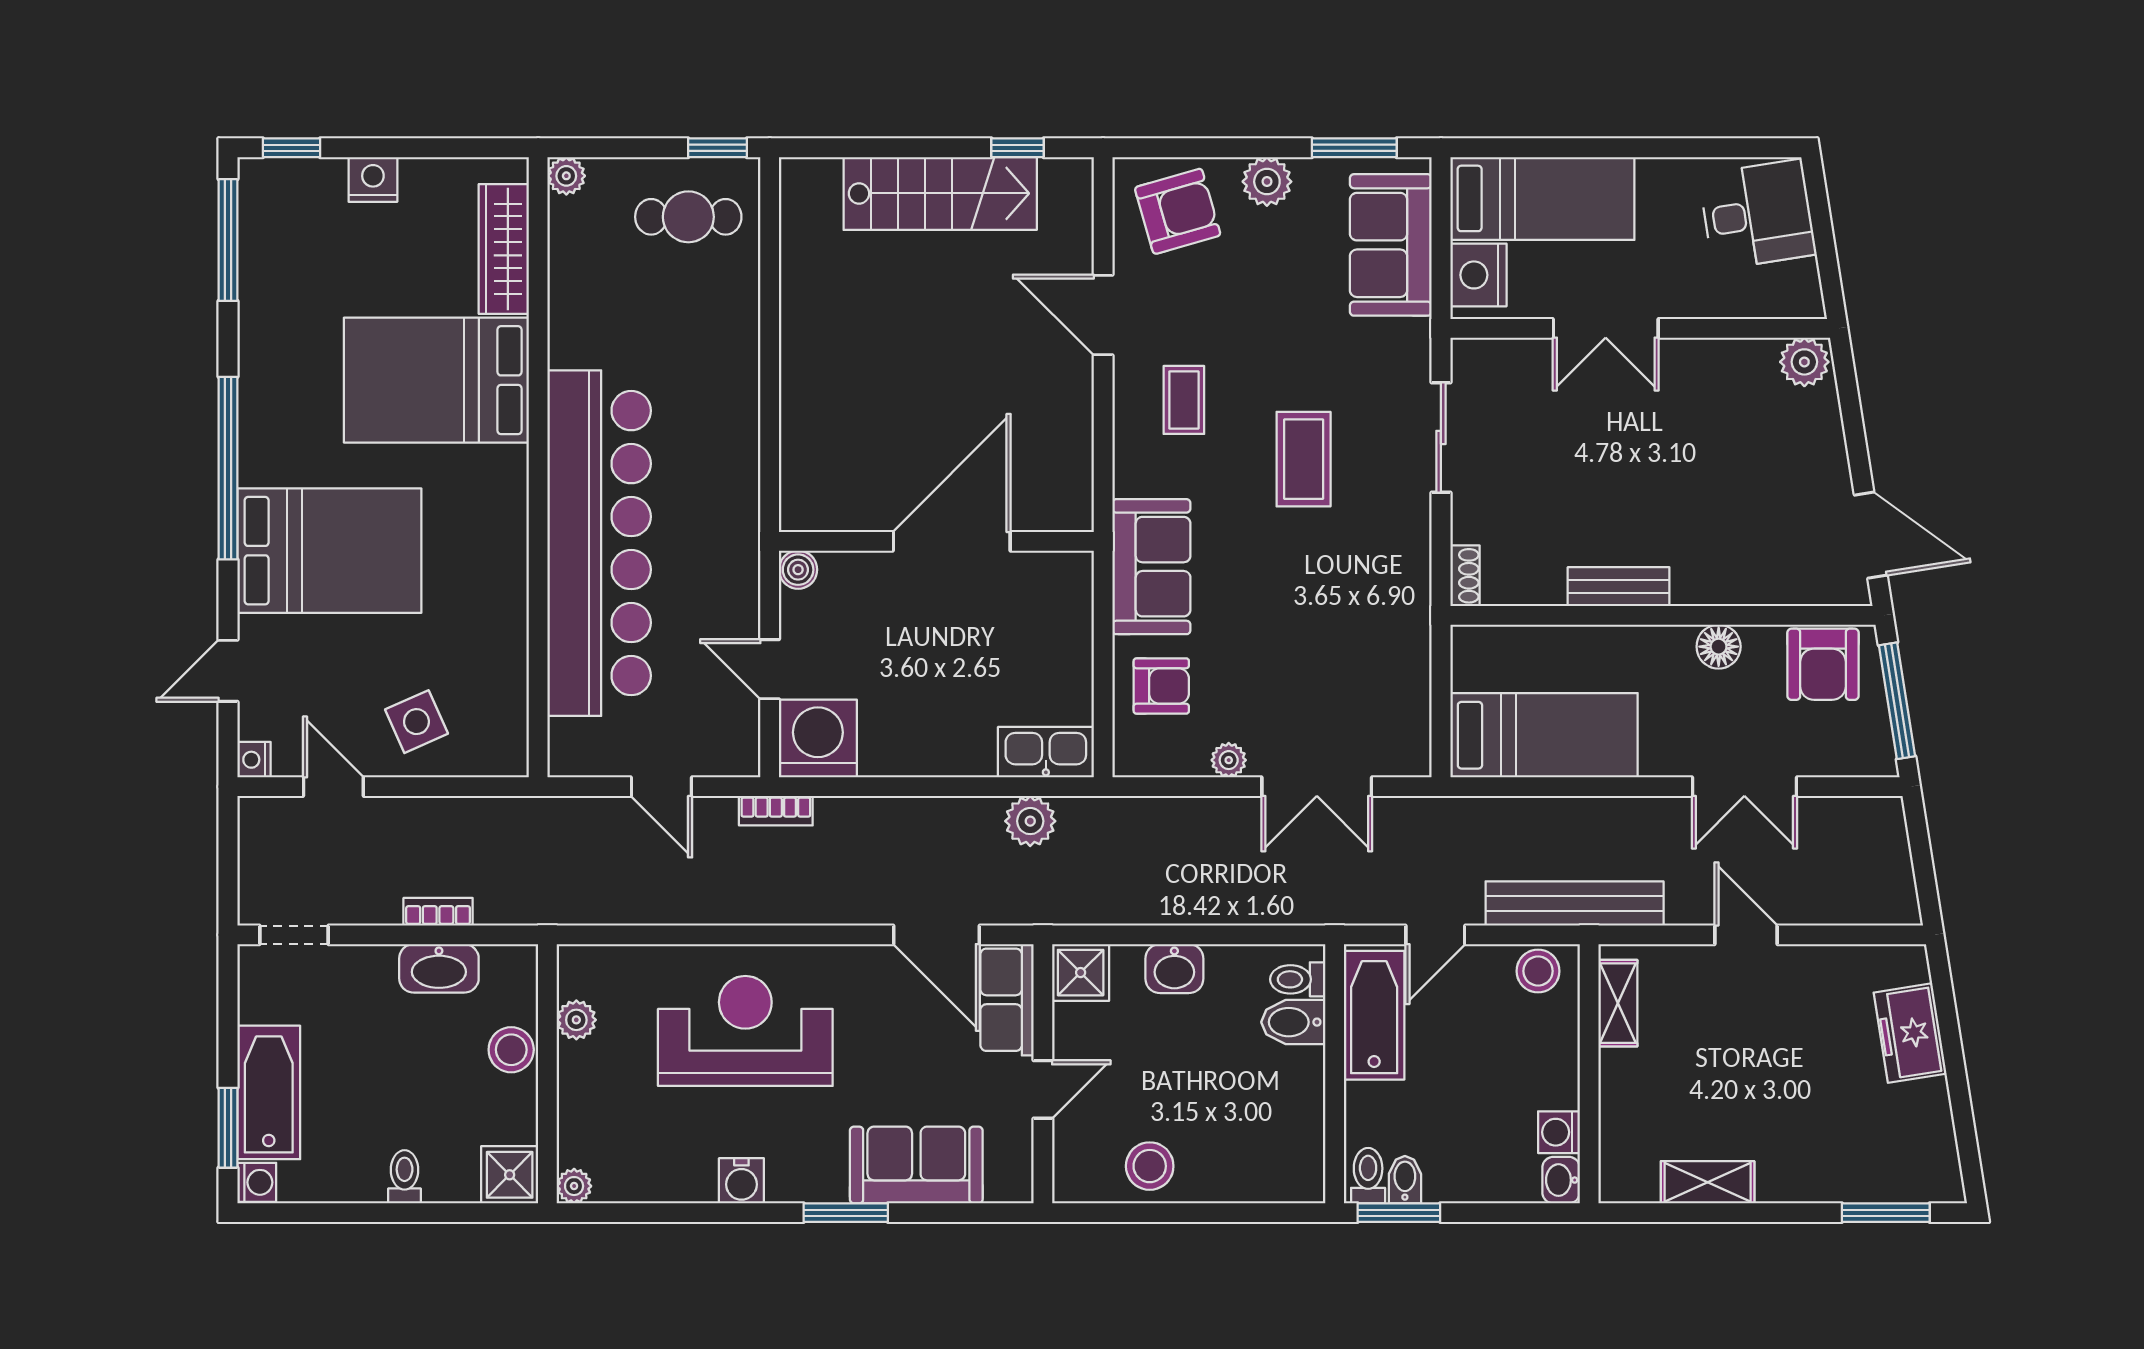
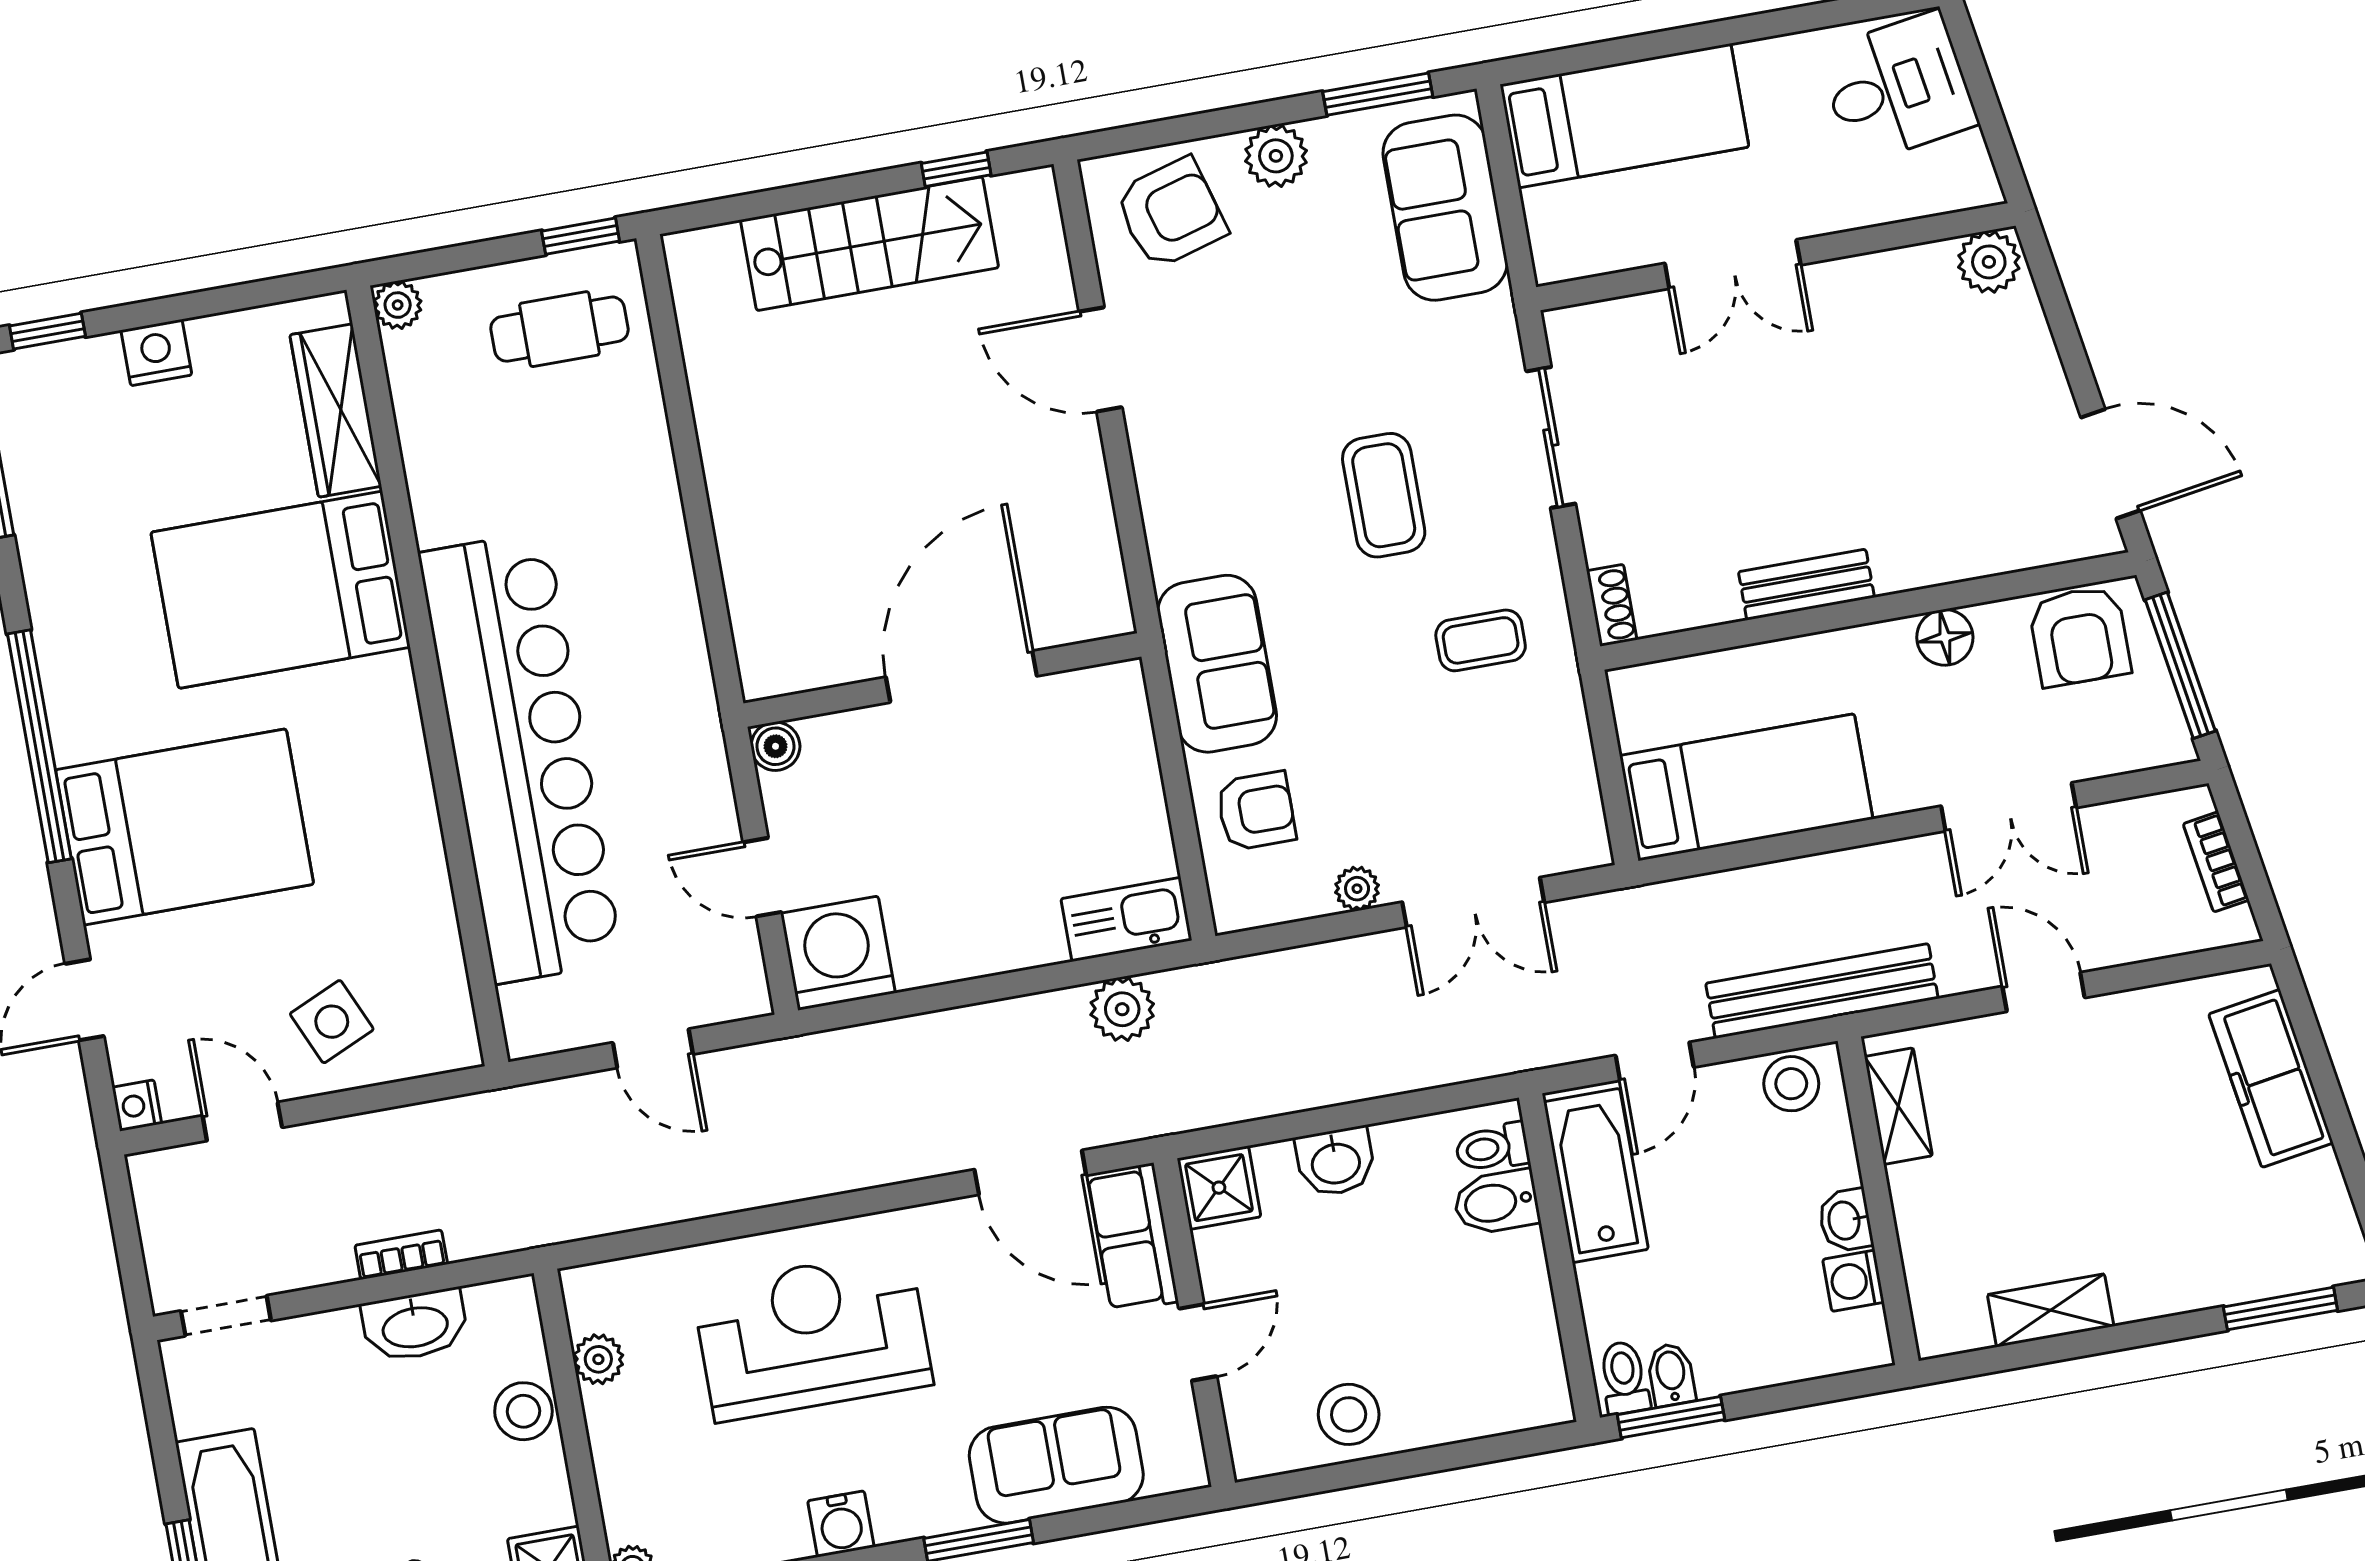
nightstand: (1478, 275) -> (1561, 226), removed
coffee table: (1184, 400) -> (1481, 640), moved, turned 90
bookcase: (776, 811) -> (2216, 862), moved, turned 81
freezer: (1910, 1033) -> (2271, 1078), width x1.40
washbasin: (1561, 1180) -> (1845, 1220), moved

